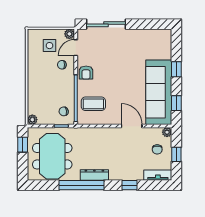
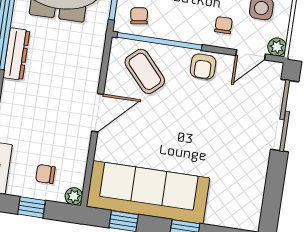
door: (76, 48) -> (251, 55), swing flipped
armchair: (86, 73) -> (203, 66), turned -90
coffee table: (93, 104) -> (145, 71), turned -42
door: (132, 126) -> (98, 113), moved

